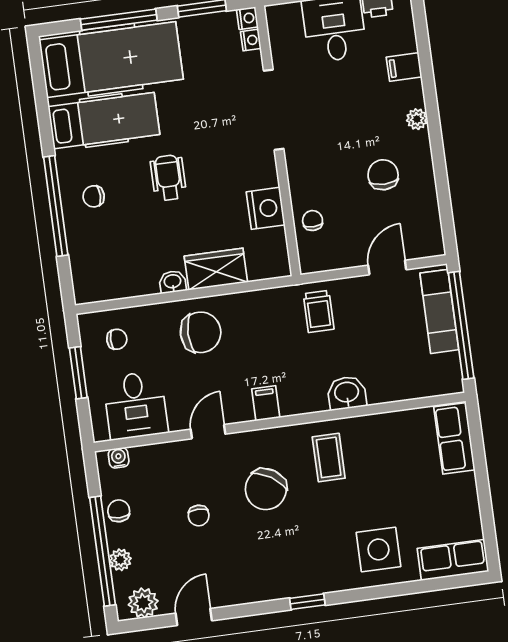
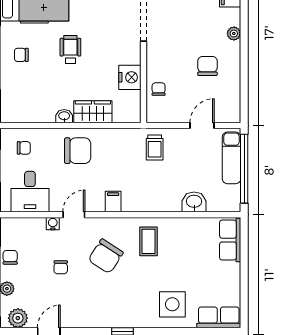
washbasin: (347, 393) -> (194, 202), moved
water cooler: (119, 458) -> (53, 224), moved

